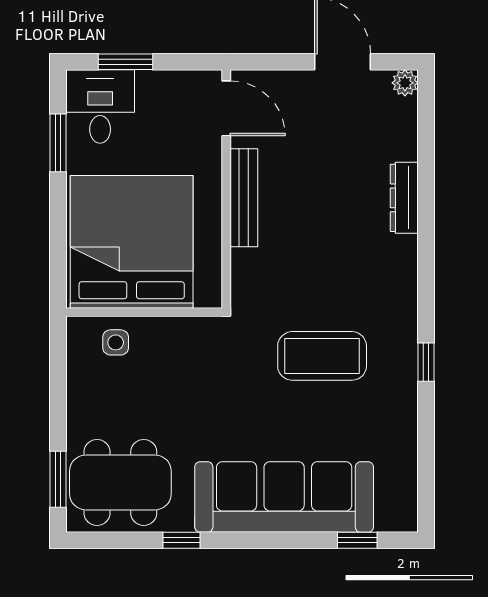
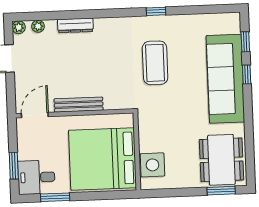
plant: (406, 122) -> (38, 26), added
side table: (116, 342) -> (152, 165), width x1.87, depth x1.87
window: (182, 540) -> (247, 74), moved

